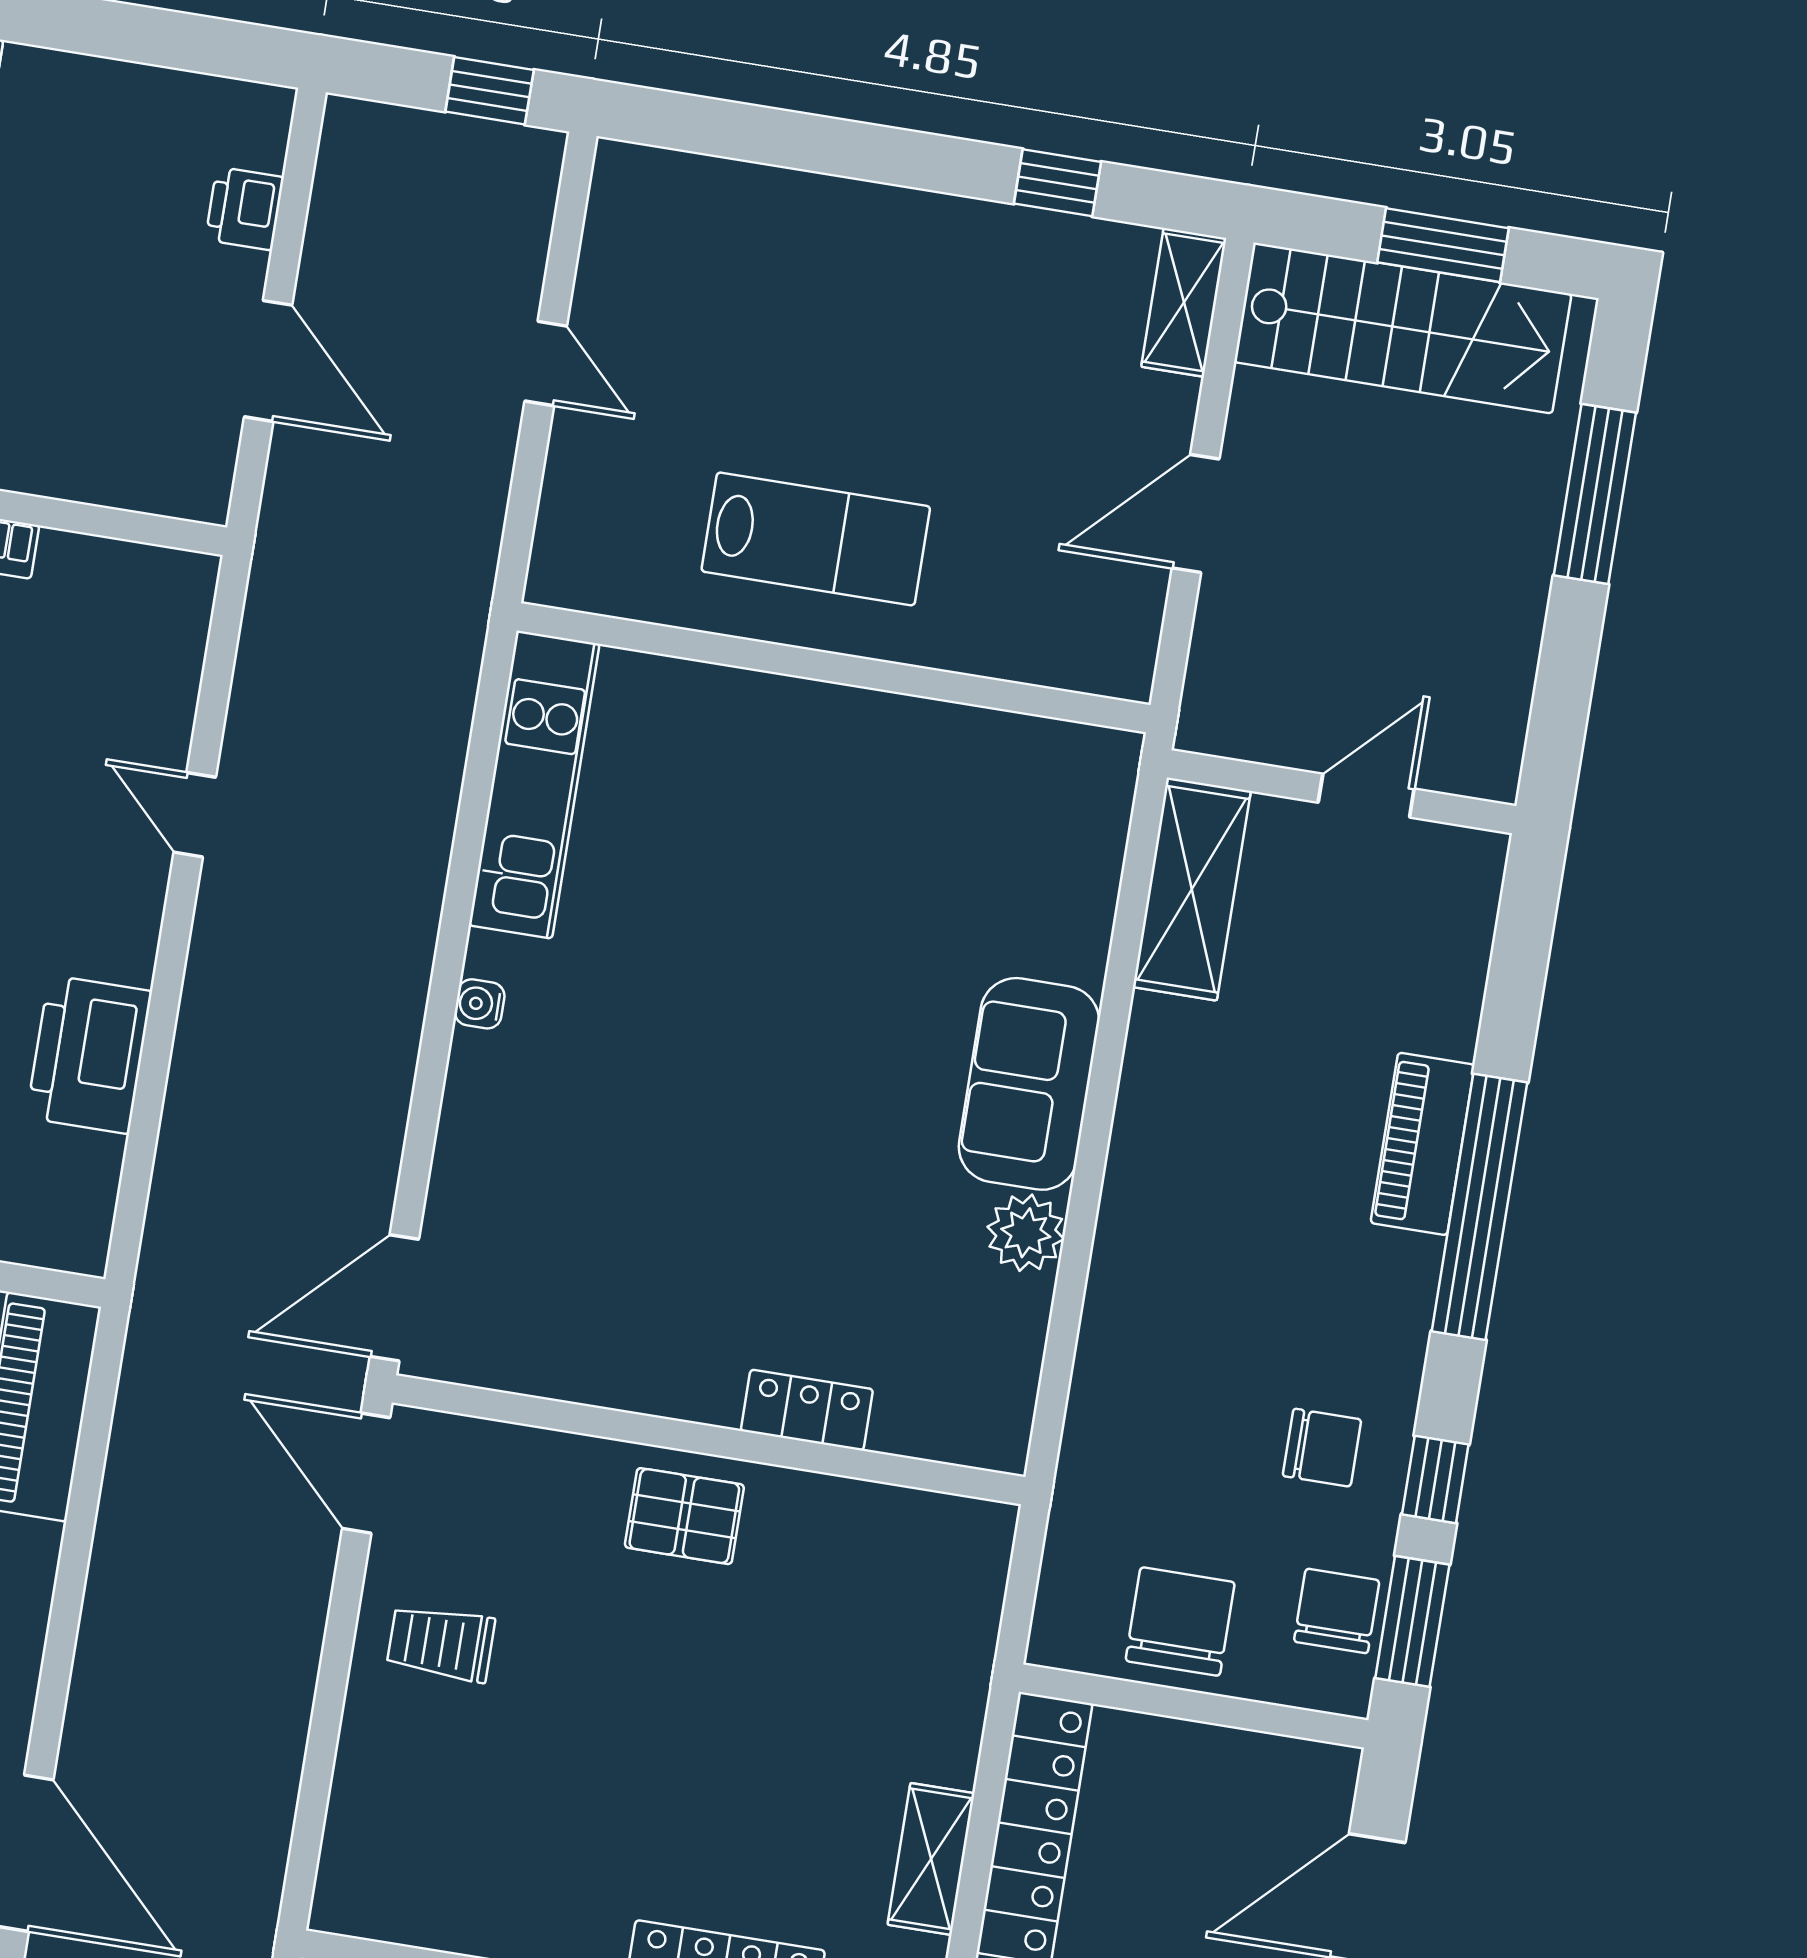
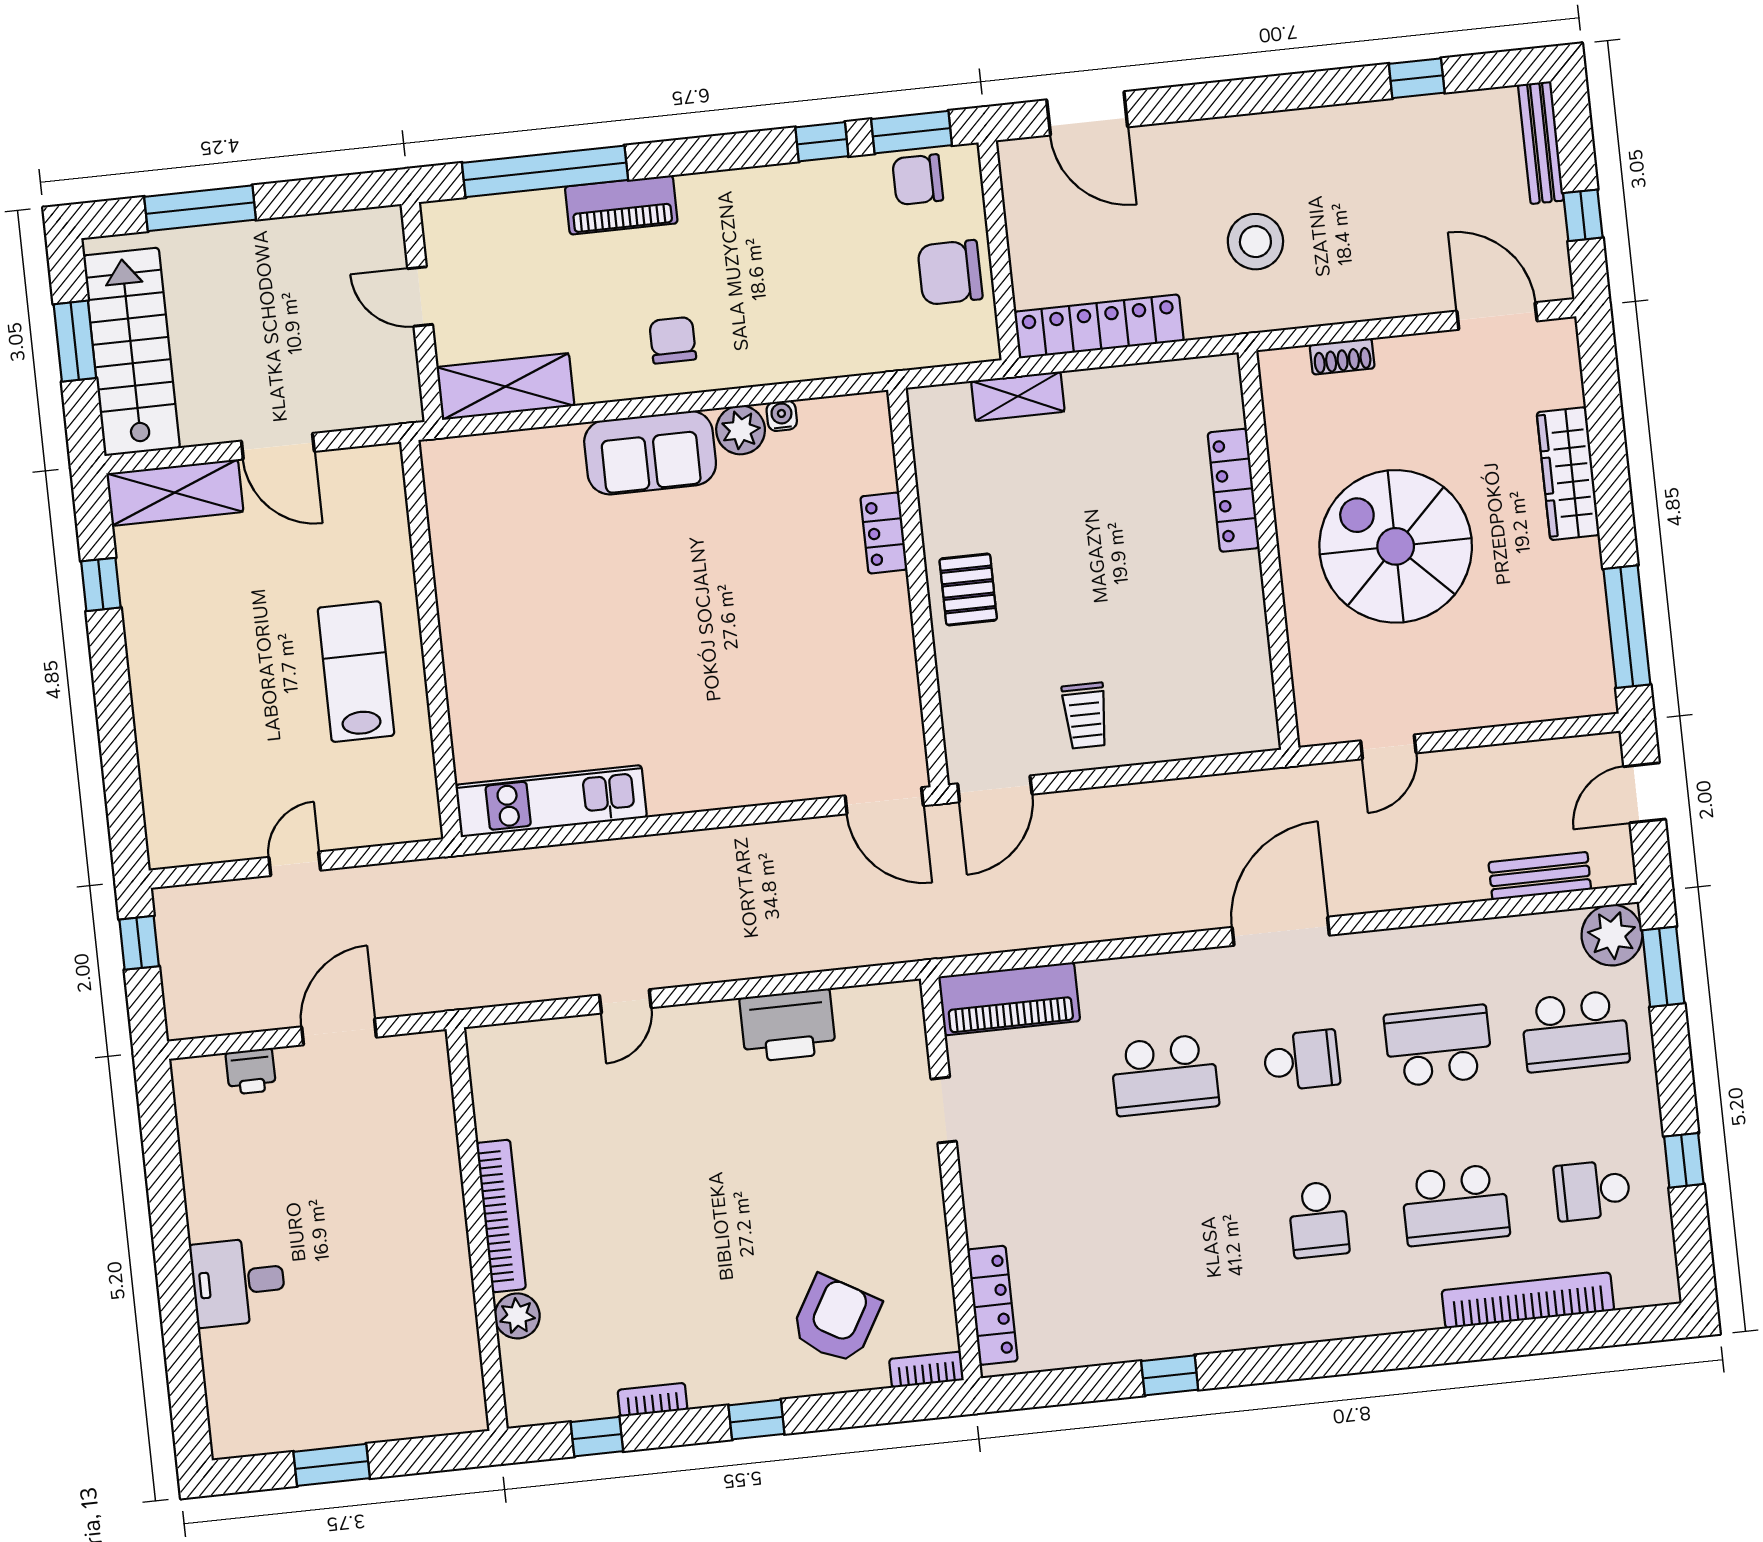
shelving: (1184, 302) -> (175, 493), width x1.50, depth x1.33
water cooler: (480, 1004) -> (782, 416), moved, turned 180
window: (1479, 1207) -> (545, 171), moved
chair: (1322, 1448) -> (673, 340), moved
shelving: (931, 1859) -> (1018, 396), moved

